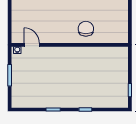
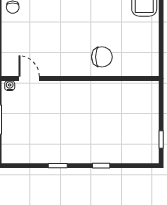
chair: (86, 29) -> (102, 57), turned 90

